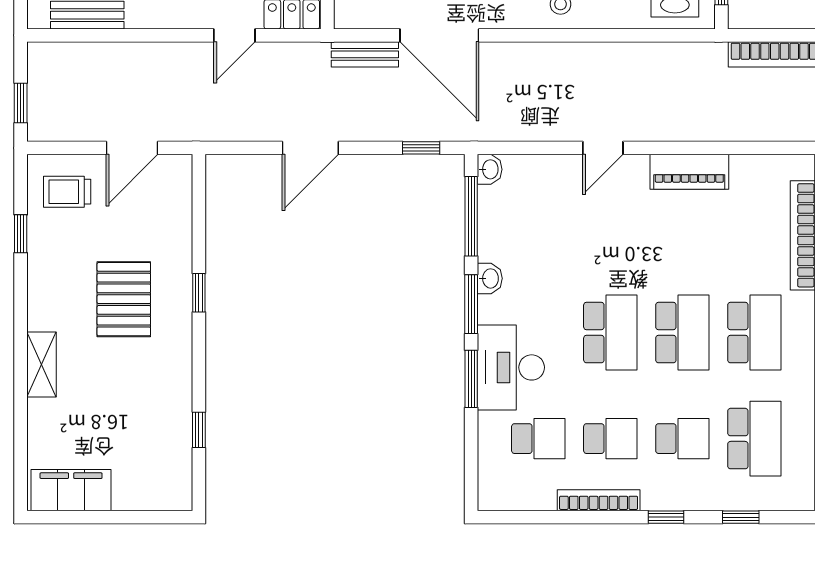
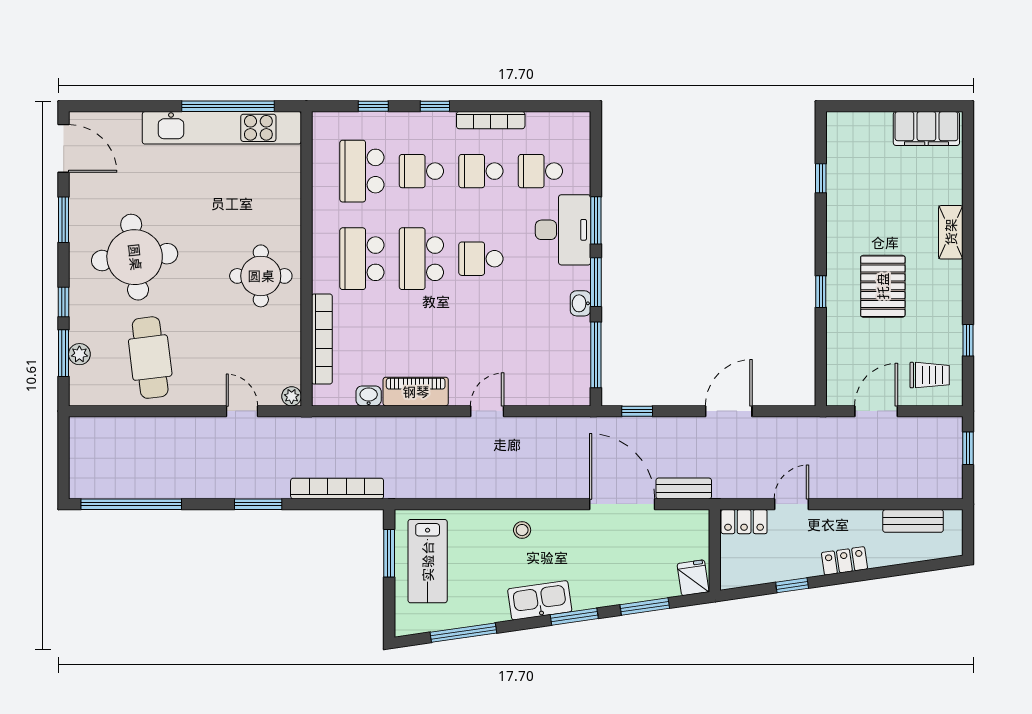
washbasin: (490, 169) -> (369, 396), moved, turned 90
school desk: (610, 333) -> (481, 259), width x0.54

